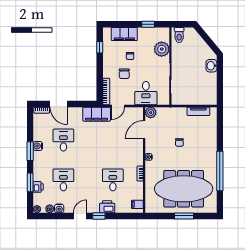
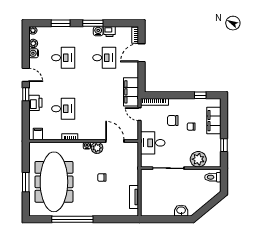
plant: (151, 113) -> (97, 148), moved
printer: (38, 187) -> (109, 32), moved

